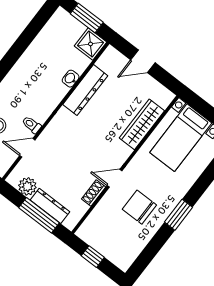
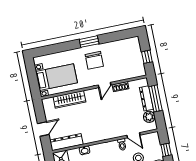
door: (143, 61) -> (43, 129), hinge flipped
dresser: (85, 90) -> (66, 142), moved
door: (115, 178) -> (105, 85), hinge flipped
chair: (139, 207) -> (94, 60), moved

